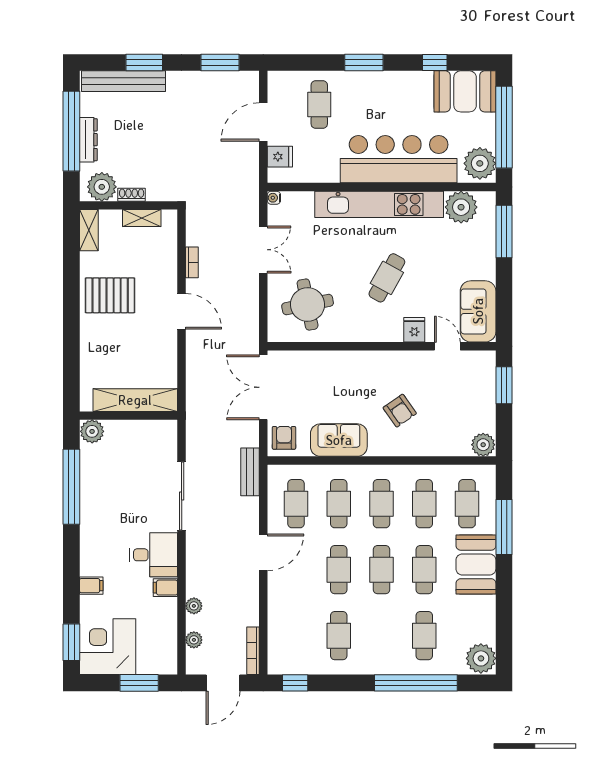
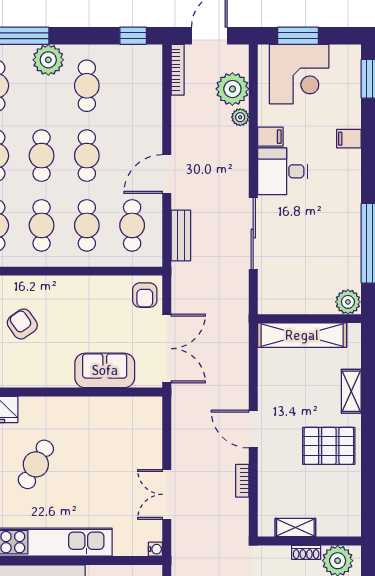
shelving: (89, 230) -> (351, 391), moved
round table: (308, 305) -> (120, 436), removed
sofa: (339, 440) -> (105, 370), moved, turned 180
bench: (250, 472) -> (181, 235), moved
plant: (194, 640) -> (232, 89), width x1.88, depth x1.88
corner desk: (108, 647) -> (299, 74), moved
plant: (375, 660) -> (48, 60), added

